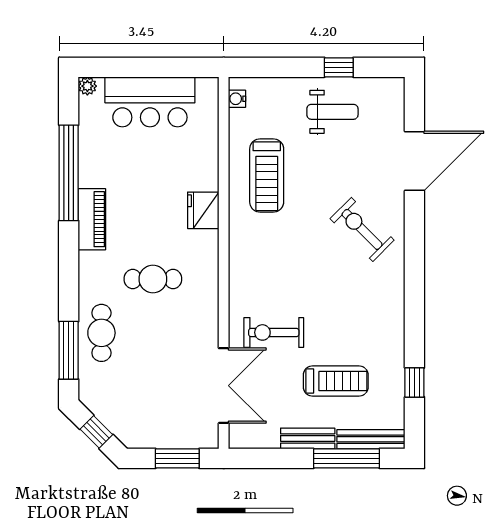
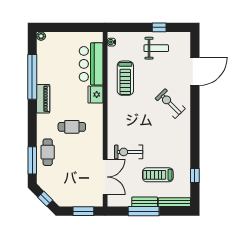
bar counter: (150, 102) -> (91, 64), moved, turned 90
treadmill: (336, 381) -> (158, 175), turned 180
window: (347, 458) -> (144, 211), moved

